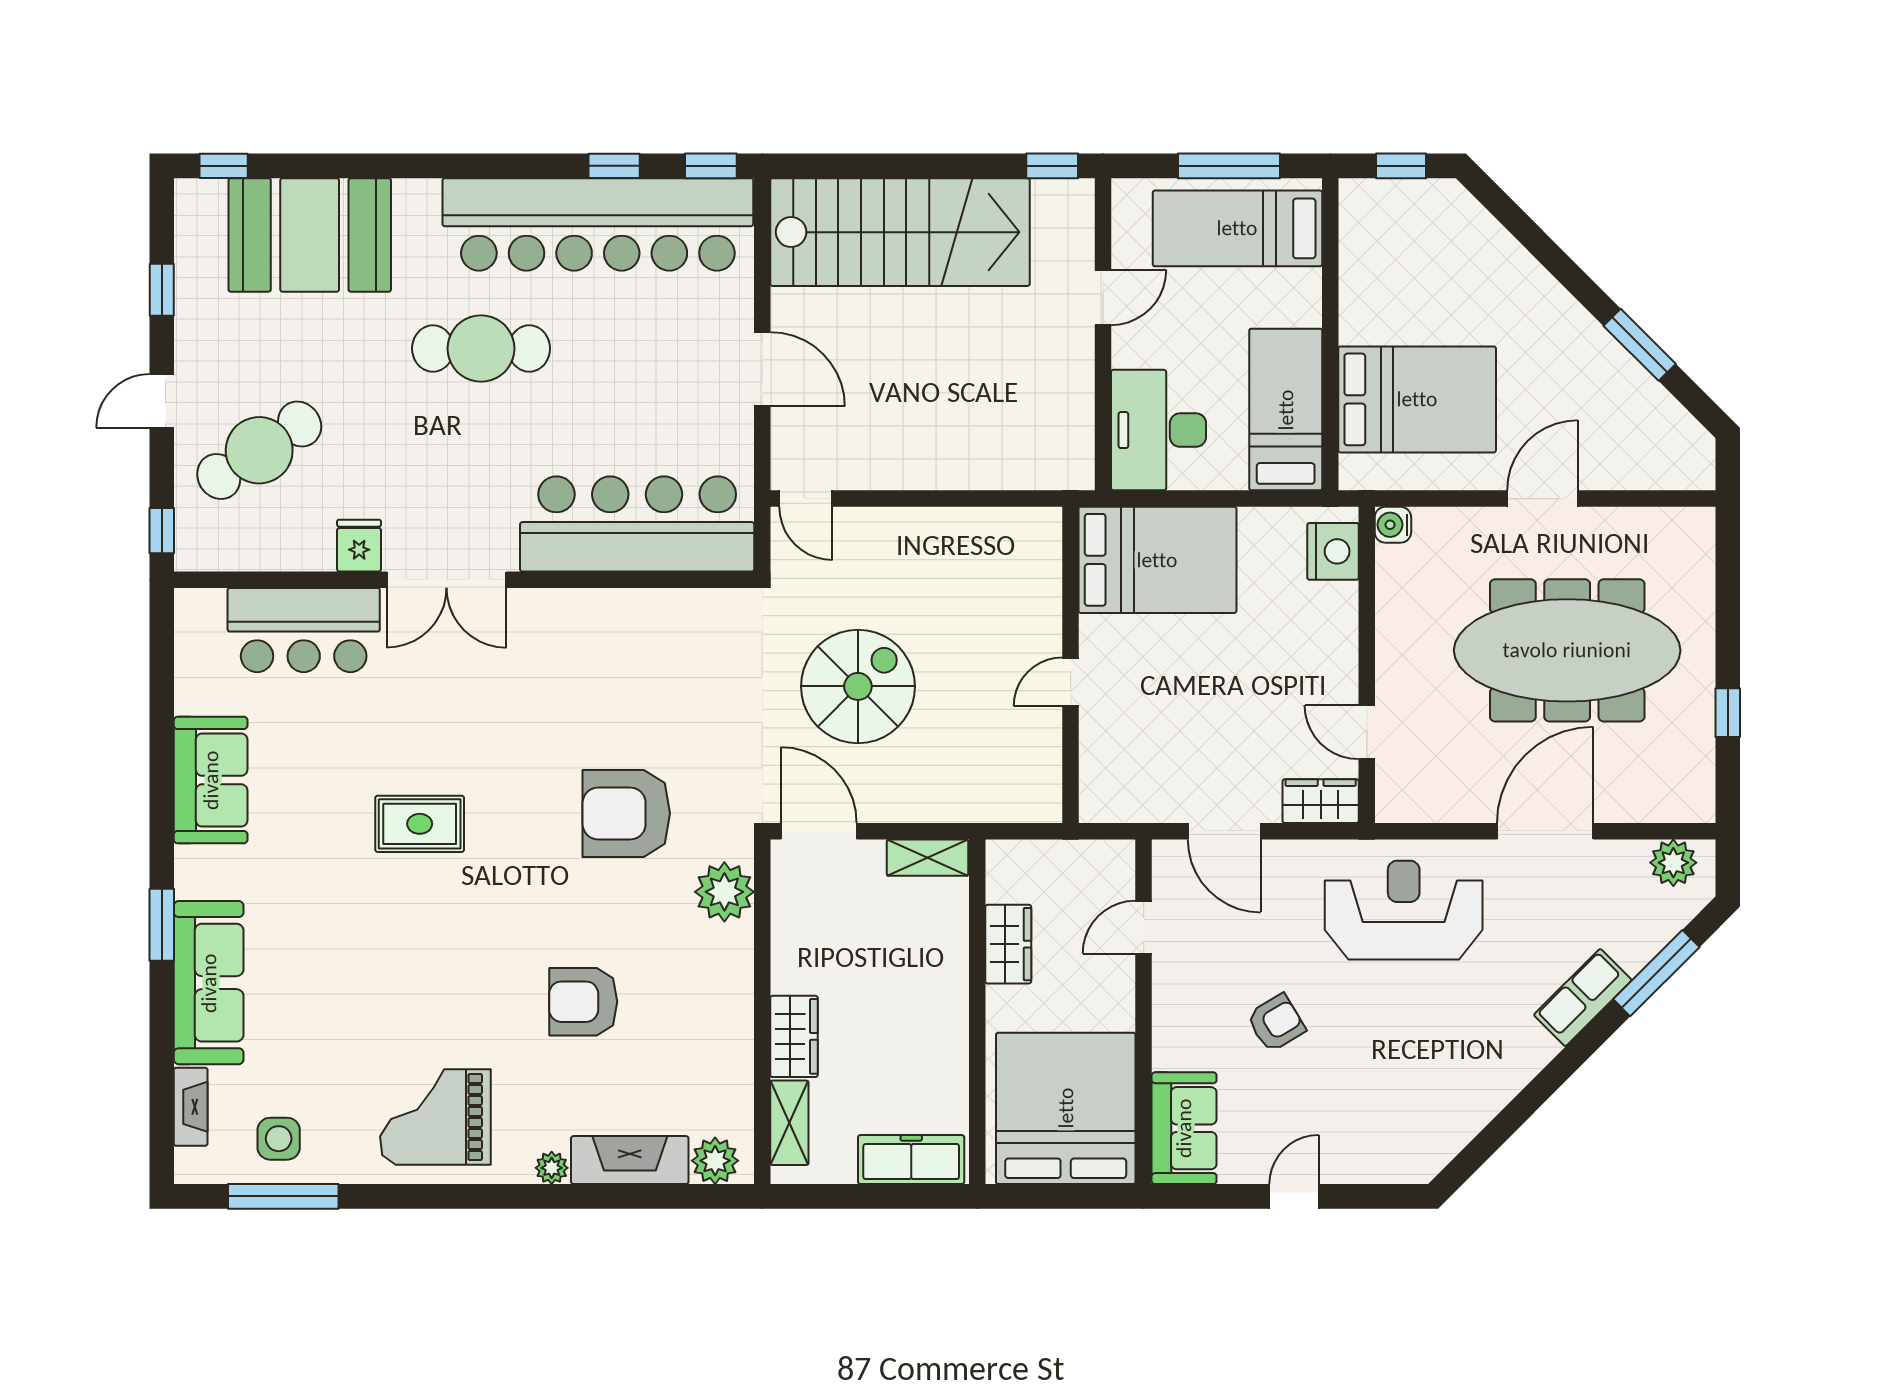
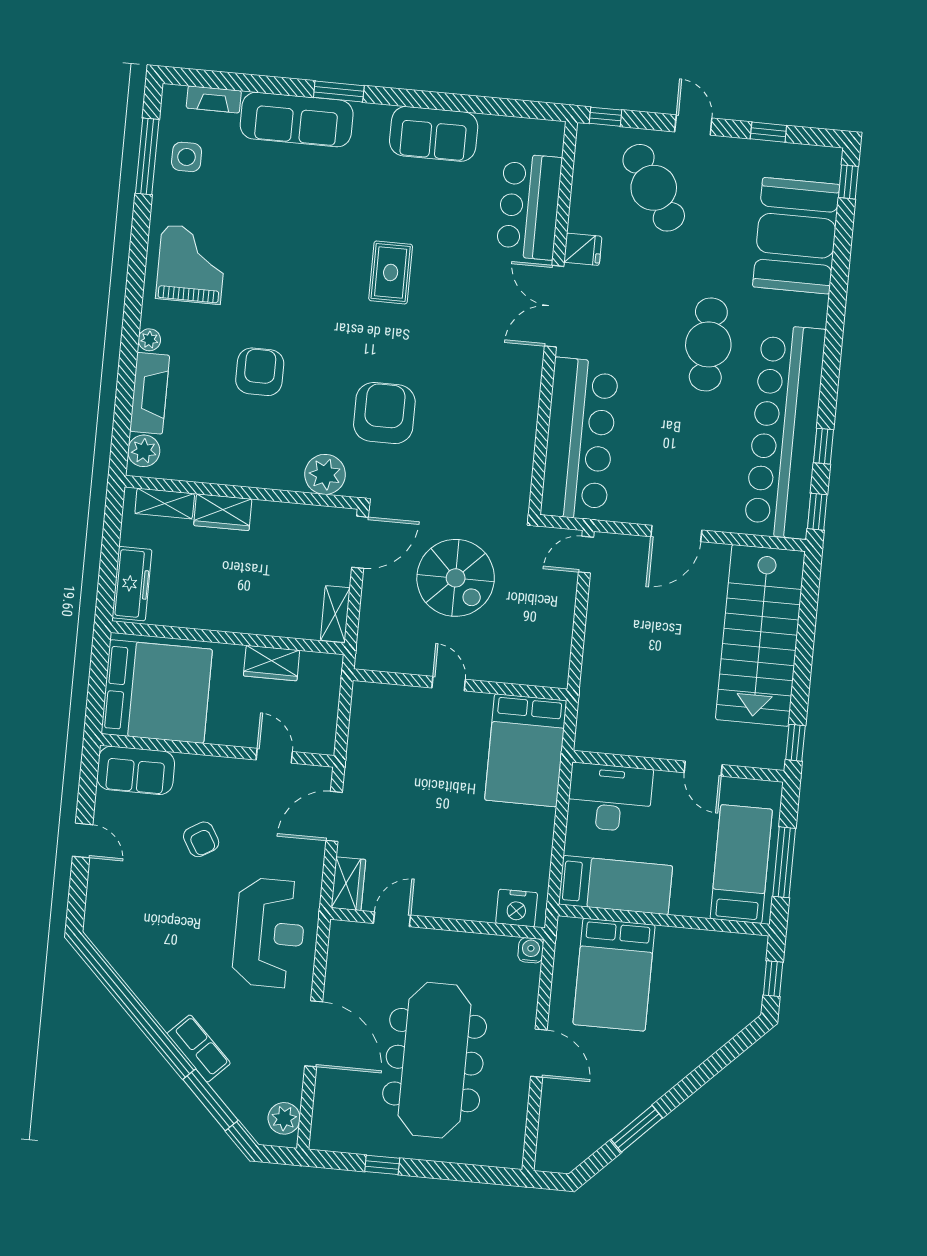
bed: (1157, 560) -> (526, 750), moved
wall: (1071, 665) -> (460, 685), moved
door: (1071, 682) -> (449, 684), moved

